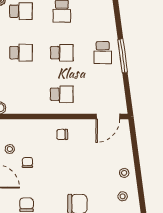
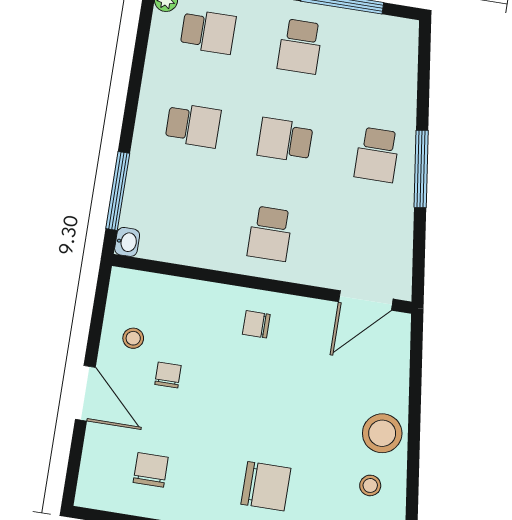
school desk: (62, 53) -> (285, 140), turned 180
school desk: (62, 94) -> (270, 234), turned 90
stool: (124, 173) -> (382, 433), width x1.89, depth x1.89

